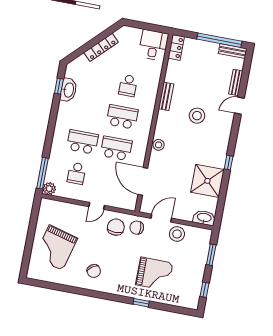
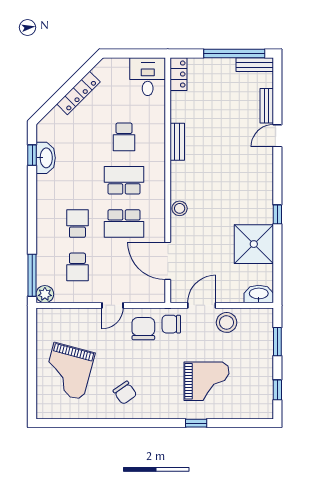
stool: (197, 116) -> (223, 160), removed
school desk: (82, 142) -> (77, 224), width x0.54
school desk: (116, 148) -> (124, 224), turned 180

